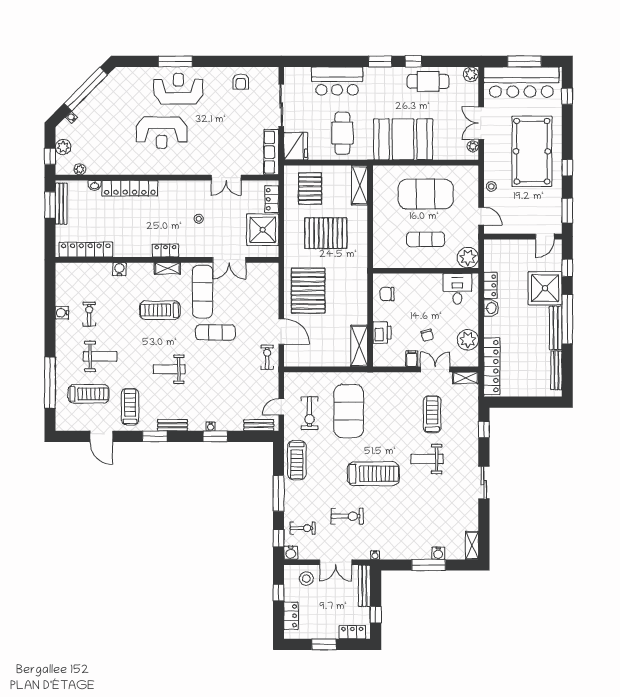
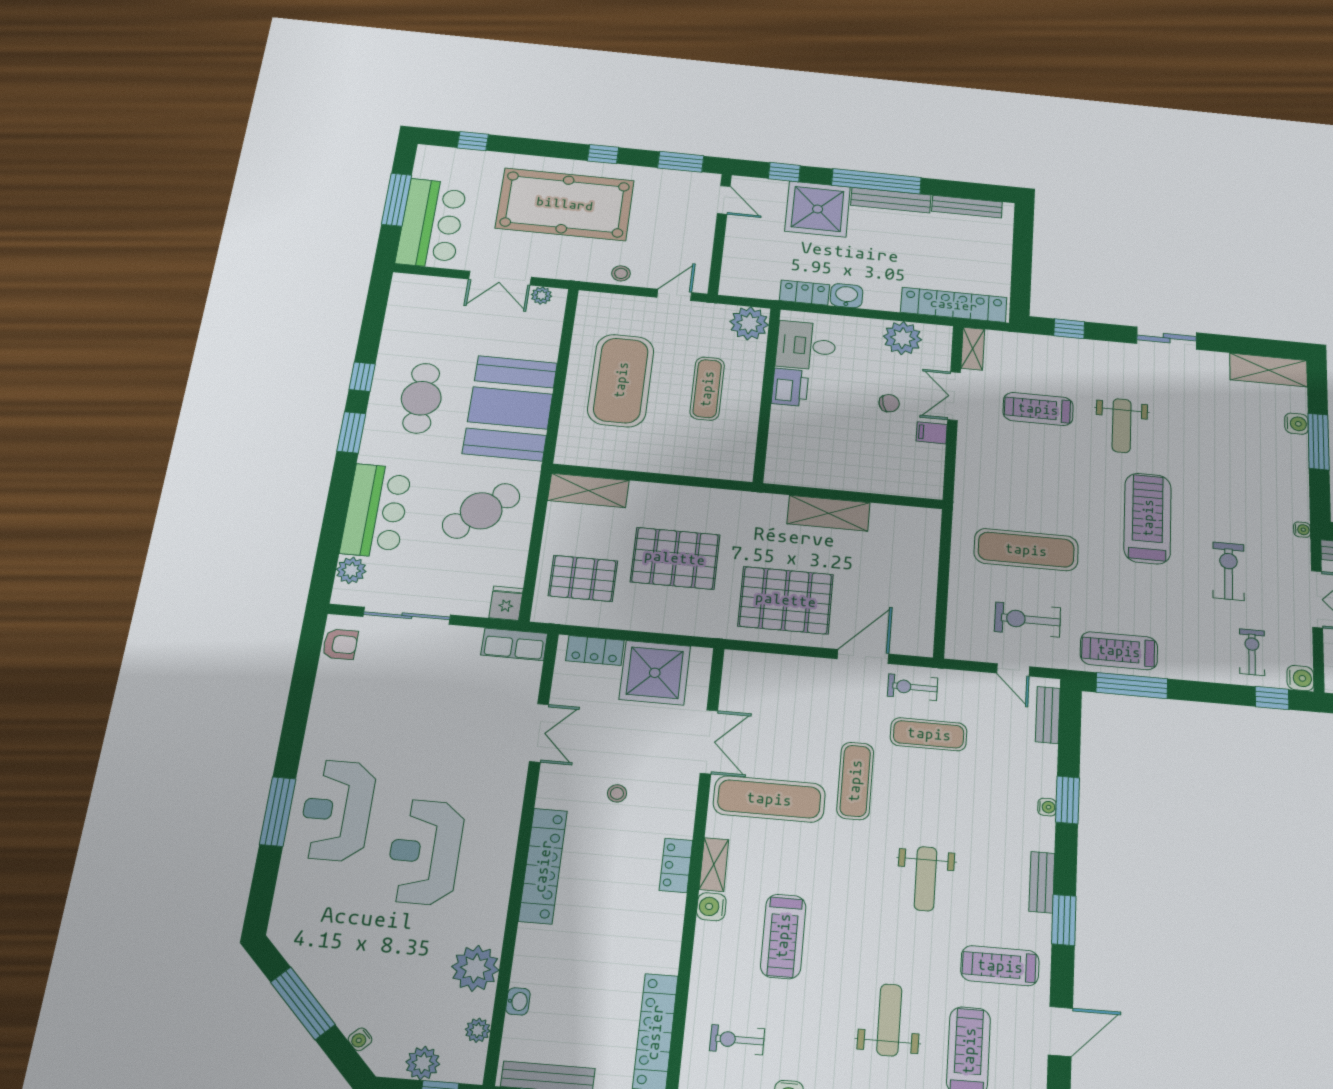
plant: (471, 74) -> (351, 570), moved
cafe table: (428, 81) -> (421, 398), moved
armchair: (241, 82) -> (340, 644), moved
bar counter: (521, 82) -> (431, 223), width x0.73
window: (86, 89) -> (303, 1003), width x0.68
reception desk: (162, 133) -> (425, 852), turned 180
cafe table: (342, 133) -> (481, 511), turned -41
fridge: (296, 146) -> (506, 603), width x0.53, depth x0.75
row of seats: (271, 152) -> (514, 644), width x0.68
plant: (108, 164) -> (475, 968), added
locker: (130, 188) -> (543, 866), moved
pallet: (326, 233) -> (675, 558), turned 90
water cooler: (119, 269) -> (711, 907), moved
chair: (387, 294) -> (805, 463), removed
treadmill: (160, 310) -> (783, 936), moved
exercise bike: (89, 314) -> (737, 1040), moved
printer: (382, 333) -> (790, 387), moved, turned 90
shelving: (359, 346) -> (829, 513), moved
exercise mat: (243, 367) -> (929, 734), added
exercise mat: (349, 411) -> (1026, 550), width x0.68
exercise bike: (310, 413) -> (1028, 620), turned 180
treadmill: (297, 460) -> (1119, 651), turned 180
window: (279, 493) -> (1132, 685), moved
shelving: (472, 545) -> (1269, 370), width x1.50, depth x1.33

